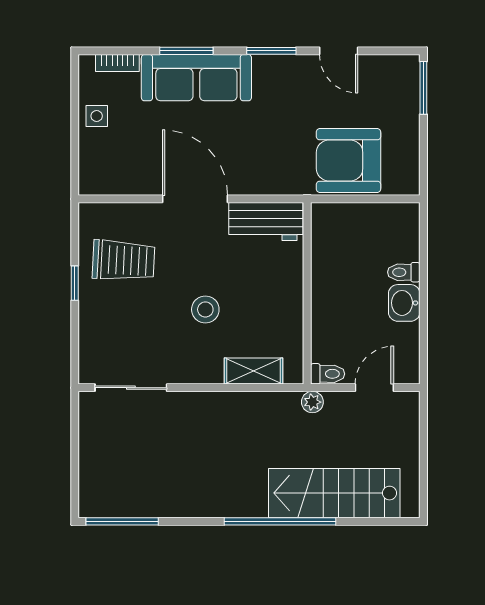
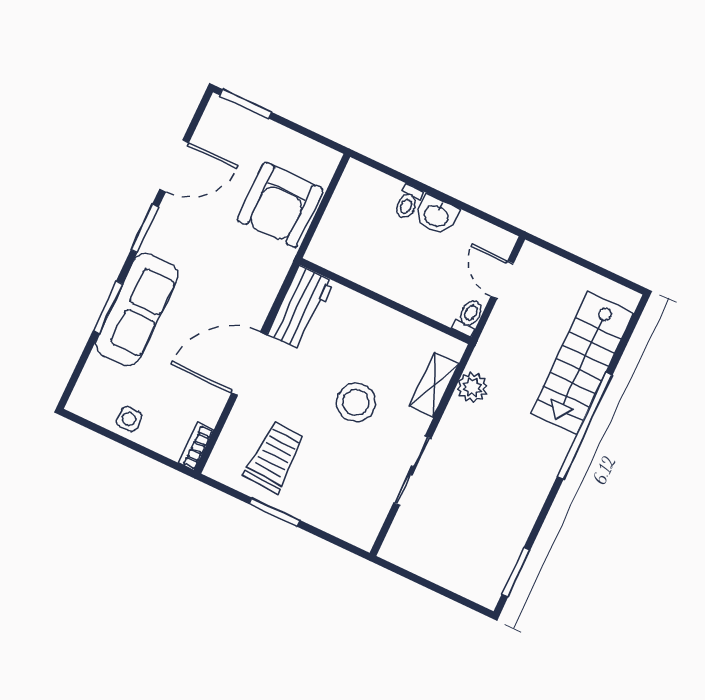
door: (339, 51) -> (174, 166), width x1.38
bookcase: (117, 63) -> (196, 447), moved, turned 180
window: (75, 283) -> (274, 512), width x1.50
stool: (205, 309) -> (356, 402), width x1.38, depth x1.38
sliding door: (131, 388) -> (412, 471), moved
plant: (312, 402) -> (472, 387), moved, width x1.38, depth x1.38
window: (122, 521) -> (516, 572), width x0.69

